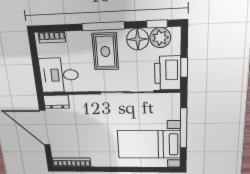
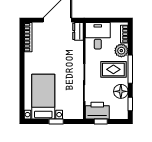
plant: (160, 38) -> (121, 51), moved
window: (184, 128) -> (56, 121), width x0.46

